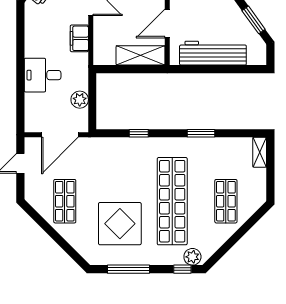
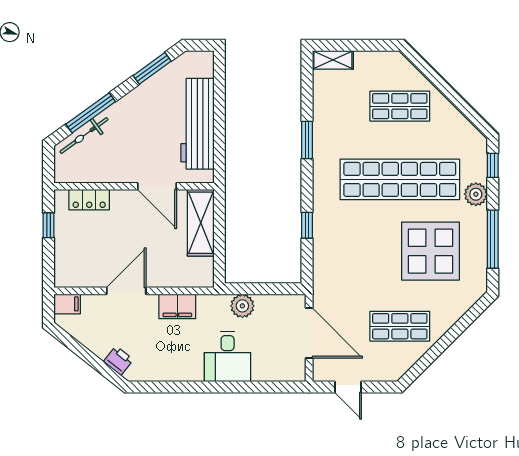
plant: (80, 100) -> (242, 306), moved
plant: (192, 257) -> (476, 194), moved

